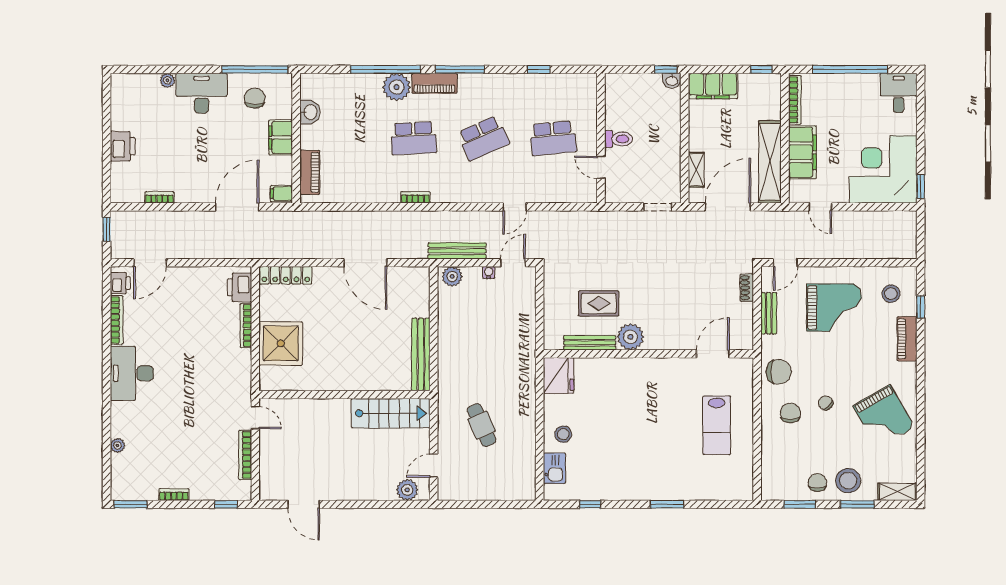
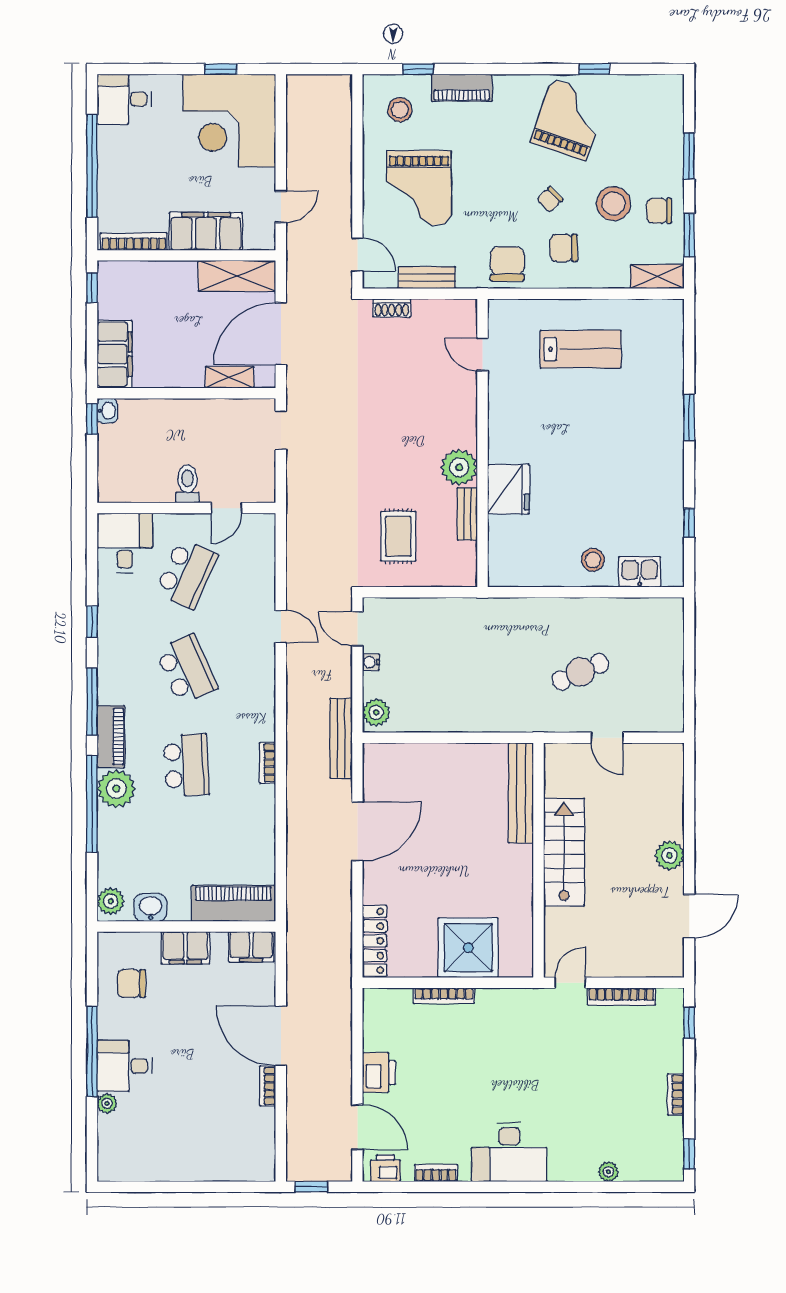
window: (255, 69) -> (92, 1051), moved
window: (539, 69) -> (92, 622), moved
plant: (315, 83) -> (111, 901), added
desk: (202, 93) -> (125, 1066), width x0.73
desk: (575, 93) -> (125, 543), added
school desk: (553, 138) -> (186, 574), turned 30
printer: (123, 146) -> (197, 1165), removed
shelving: (770, 162) -> (237, 276), width x0.68
piano: (310, 172) -> (233, 903), width x1.37, depth x1.33
window: (921, 186) -> (221, 69), moved
filing cabinet: (281, 194) -> (251, 947), width x2.00
bookcase: (159, 197) -> (268, 1086), moved
door: (237, 207) -> (281, 1036), moved
door: (728, 207) -> (281, 334), hinge flipped
bench: (457, 251) -> (341, 738), moved
printer: (240, 287) -> (379, 1073), moved, turned -90
rug: (599, 303) -> (398, 536), moved
grand piano: (834, 308) -> (419, 188), turned 180
bookcase: (117, 320) -> (436, 1173), width x0.64
bench: (590, 343) -> (467, 514), width x0.73
bench: (421, 354) -> (521, 793), moved, turned 90
door: (713, 354) -> (482, 355), width x0.73
fridge: (559, 376) -> (508, 489), moved, turned 90
stairs: (391, 413) -> (564, 852), moved
grand piano: (884, 417) -> (569, 120), turned -41
window: (921, 435) -> (594, 69), added
door: (434, 466) -> (607, 738), moved
stool: (848, 481) -> (613, 204), moved
plant: (407, 490) -> (669, 856), moved
shelving: (897, 492) -> (657, 277), moved, turned 90
window: (131, 504) -> (689, 1154), width x0.67

